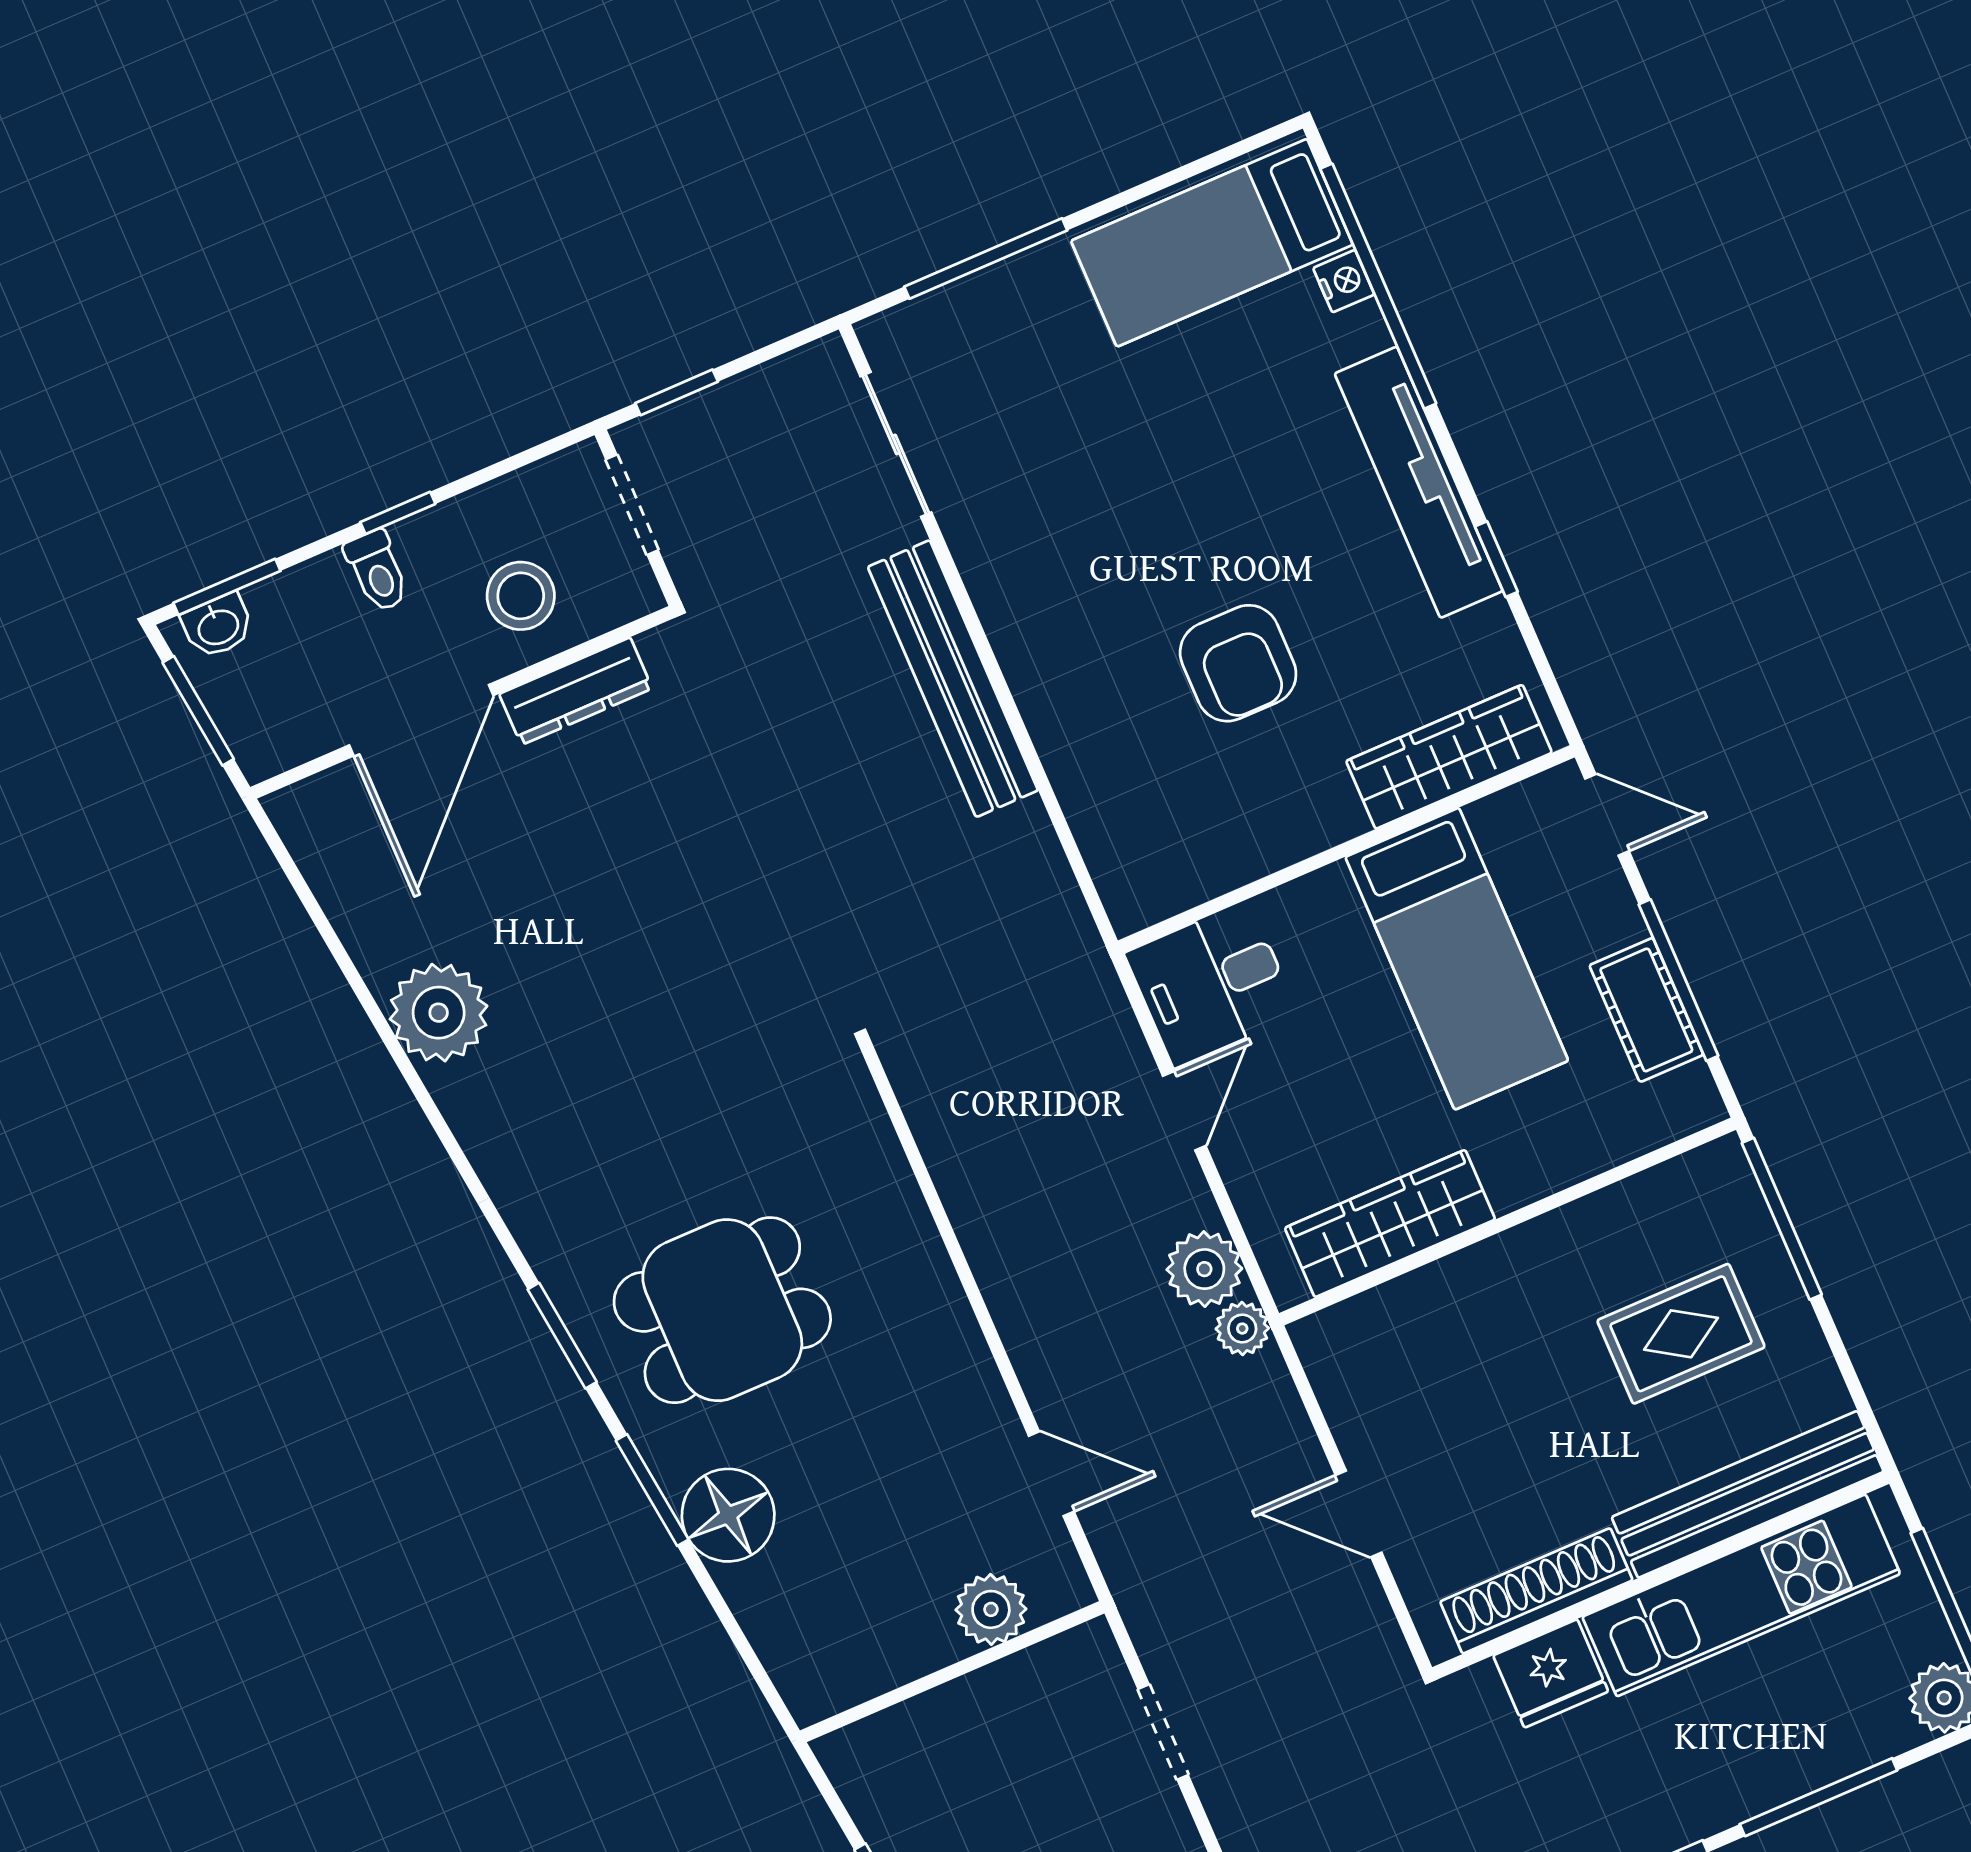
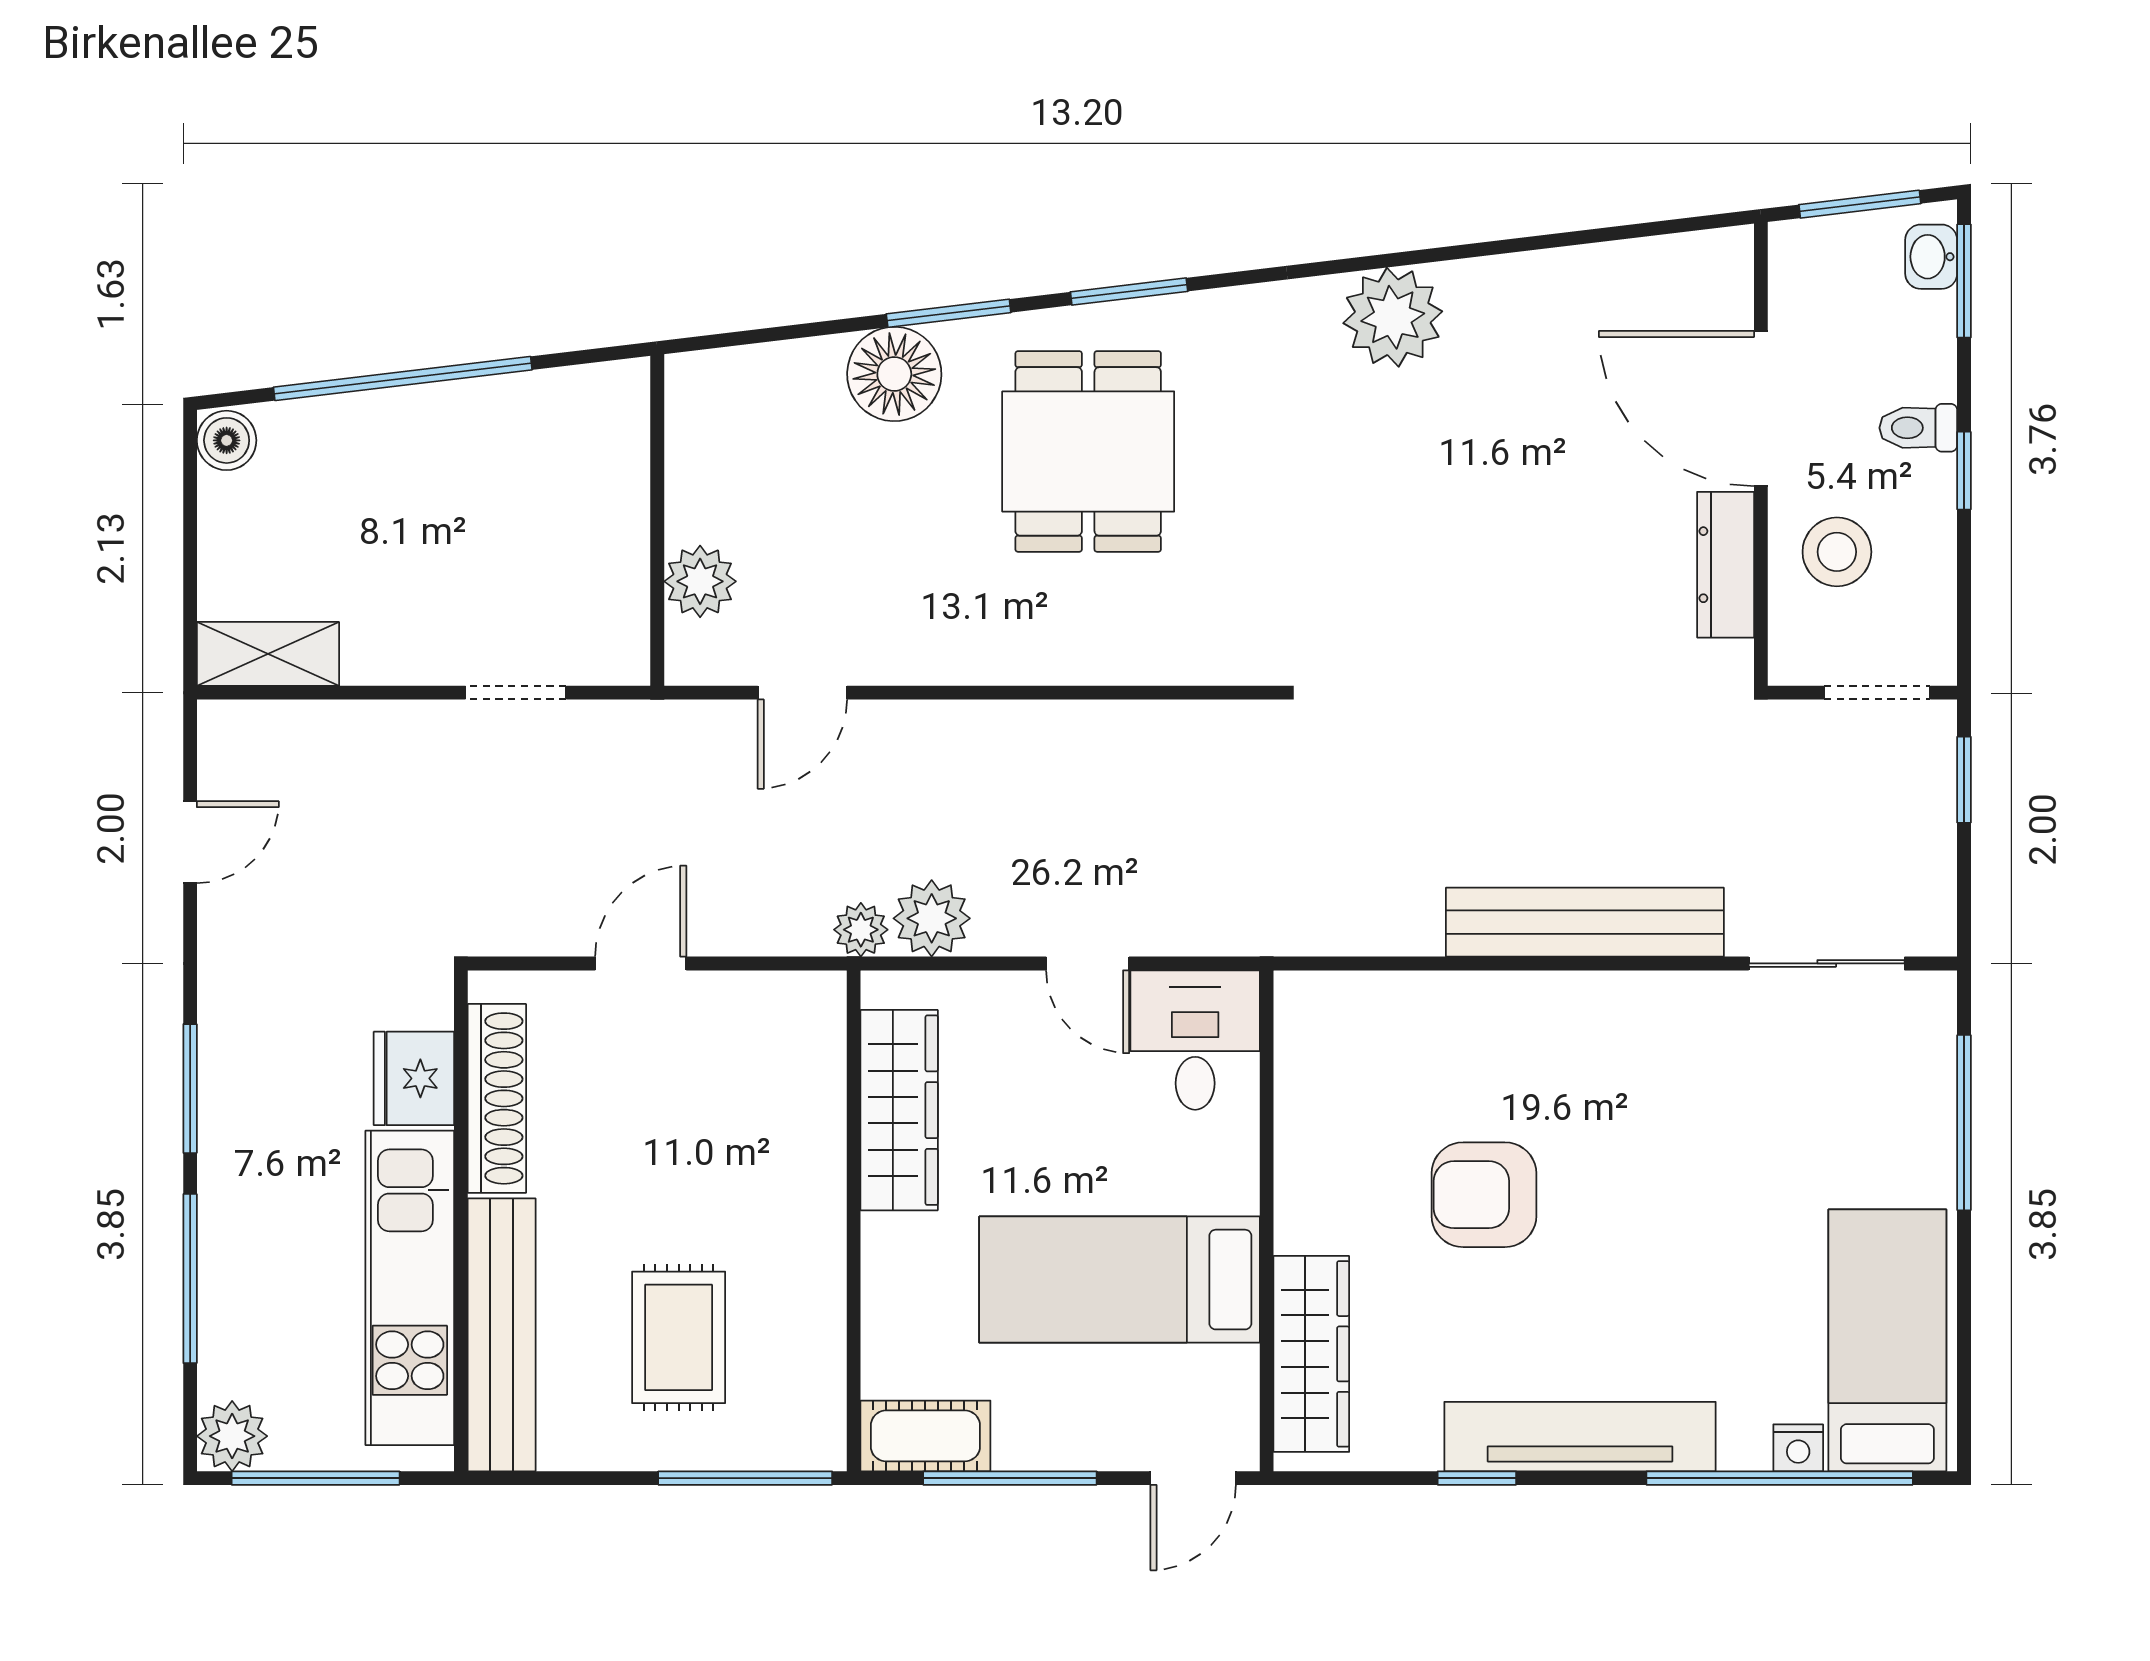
cot: (1646, 1010) -> (925, 1436), moved
plant: (439, 1013) -> (1393, 317), moved

